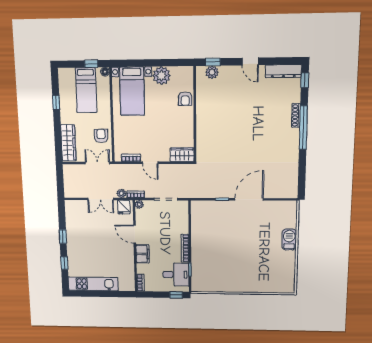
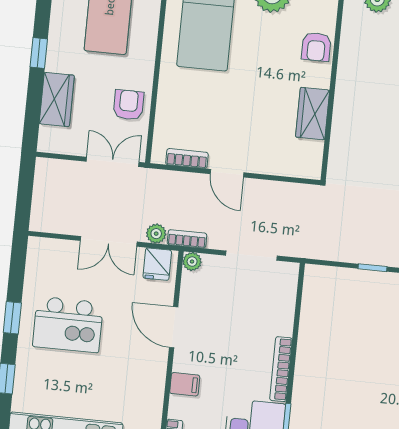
window: (56, 102) -> (39, 53), moved
wardrobe: (68, 143) -> (57, 99), width x0.67
wardrobe: (182, 155) -> (313, 114), moved, turned -90
kitchen island: (88, 237) -> (68, 325), added
filing cabinet: (143, 254) -> (185, 384), width x0.50

